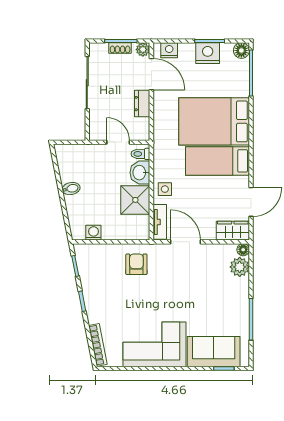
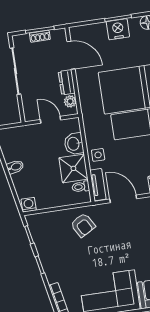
plant: (143, 49) -> (70, 101), moved
nightstand: (169, 50) -> (84, 32), removed
toilet: (140, 154) -> (81, 187), moved
washing machine: (93, 233) -> (29, 205), moved
armchair: (136, 264) -> (83, 225), turned 150

